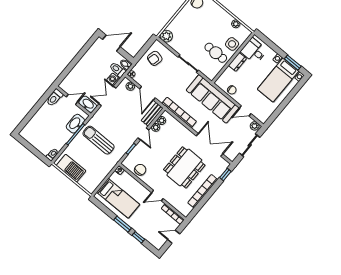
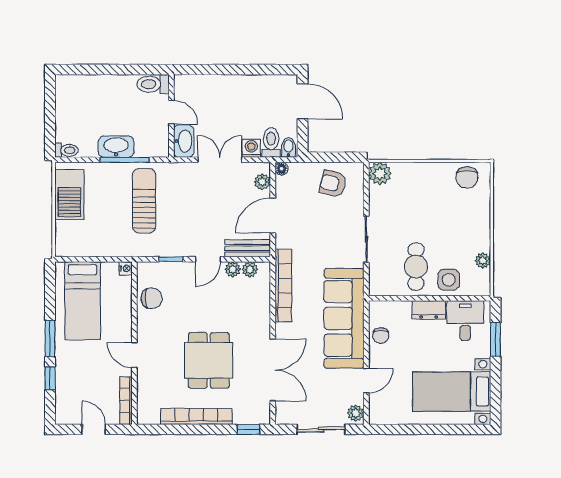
window: (293, 63) -> (495, 339), moved
door: (245, 111) -> (366, 381), swing flipped
washbasin: (75, 124) -> (116, 147), moved
dining table: (184, 167) -> (209, 360), width x0.73

